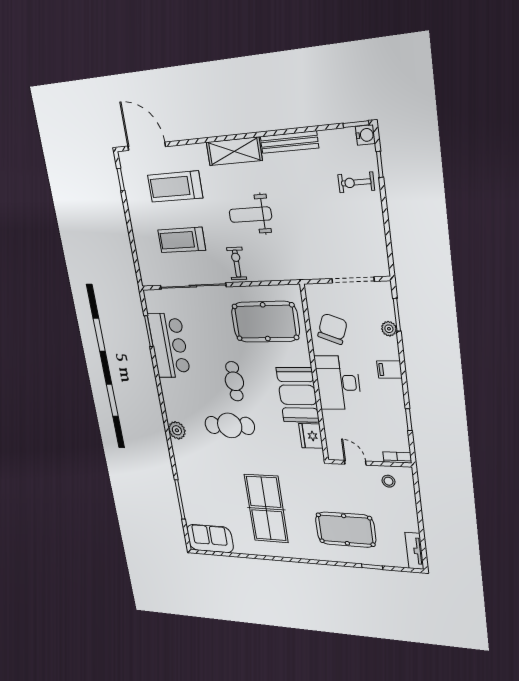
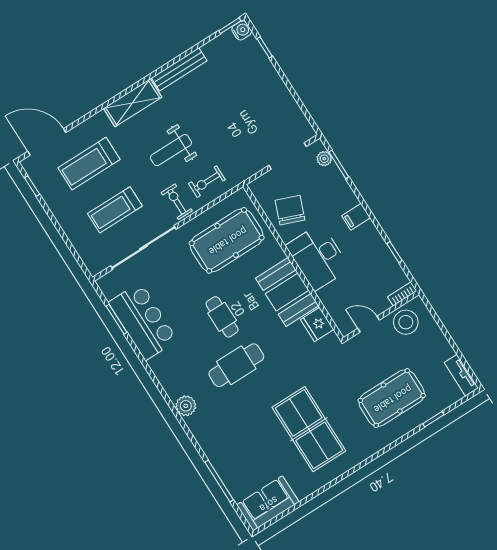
exercise bike: (356, 182) -> (207, 182), moved
plant: (389, 329) -> (324, 159), moved
stool: (388, 481) -> (406, 322), width x1.89, depth x1.89

